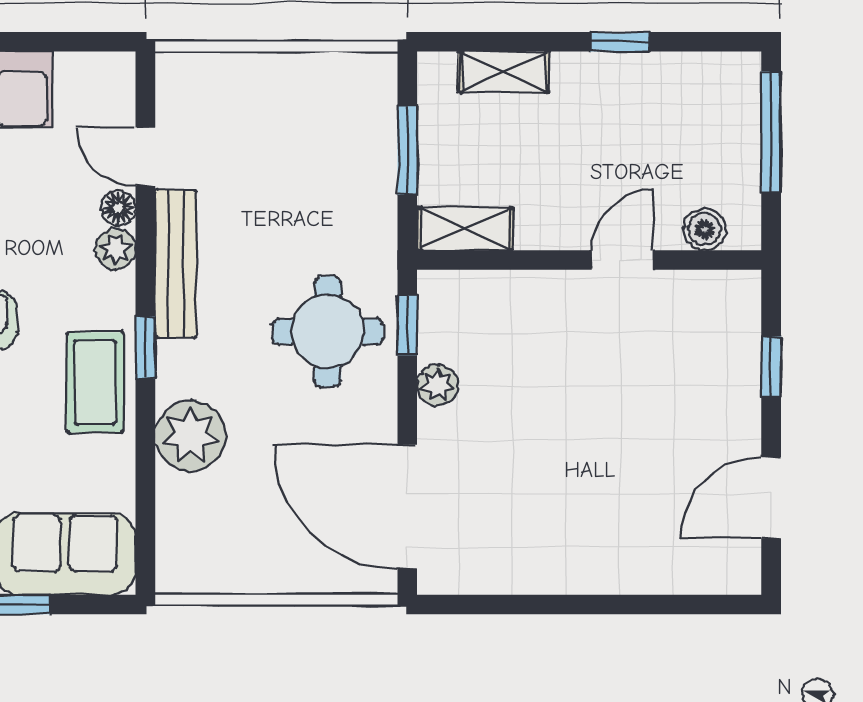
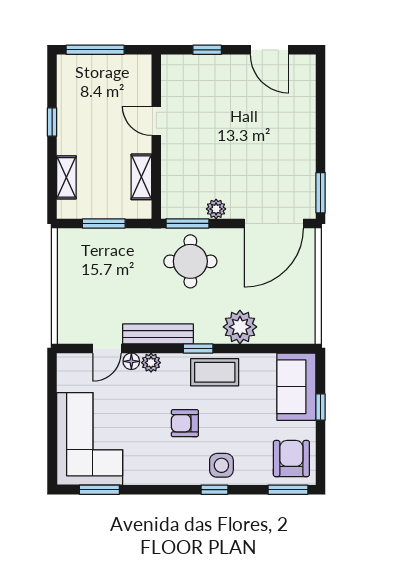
shelving: (465, 229) -> (141, 177), moved
boiler: (704, 229) -> (142, 82), removed
window: (407, 325) -> (187, 223), width x1.50
window: (472, 604) -> (321, 193), added

